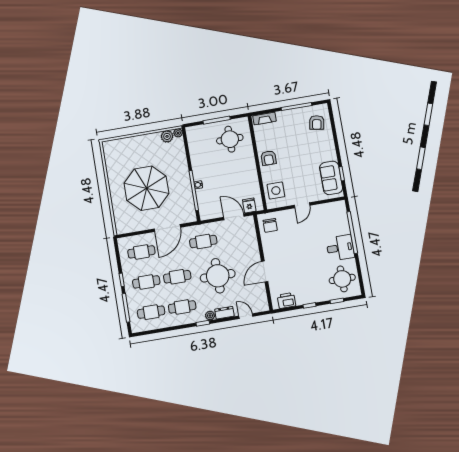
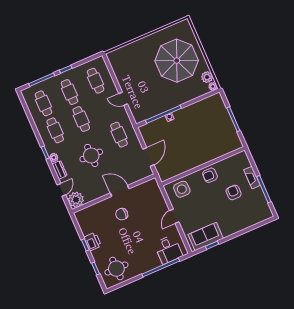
fireplace: (264, 118) -> (252, 178), moved
armchair: (317, 123) -> (234, 192), moved, turned 80
round table: (230, 139) -> (219, 136), removed
parasol: (146, 188) -> (177, 61), moved
fridge: (249, 205) -> (162, 168), removed
door: (302, 205) -> (174, 216), hinge flipped
chair: (270, 225) -> (122, 214), moved
door: (167, 228) -> (123, 99), width x0.53
desk: (340, 248) -> (168, 250), moved
door: (265, 271) -> (120, 191), moved
round table: (218, 276) -> (91, 155), width x0.73, depth x0.73
printer: (286, 300) -> (93, 242), moved
plant: (260, 303) -> (76, 200), added

